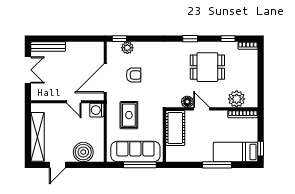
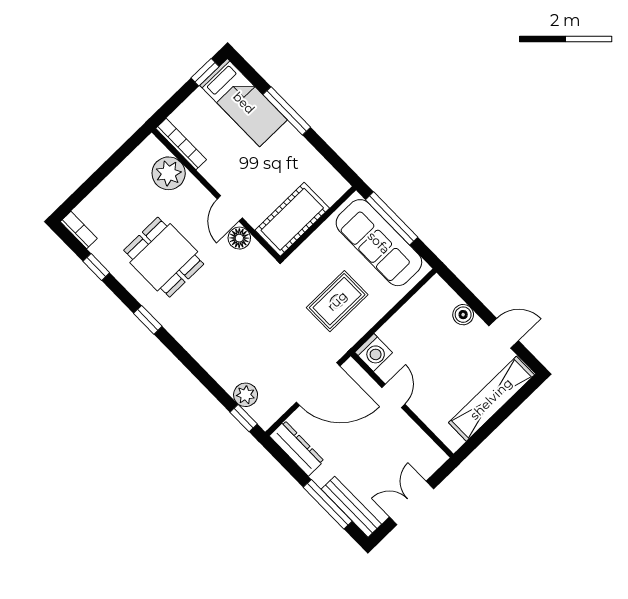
window: (58, 39) -> (328, 504), added
dresser: (89, 47) -> (297, 448), added
armchair: (134, 75) -> (275, 349), removed
boiler: (83, 152) -> (463, 315), width x0.54, depth x0.54

